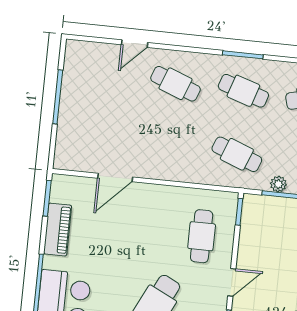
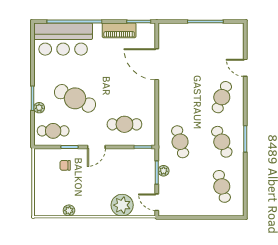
cafe table: (243, 91) -> (222, 142), turned -42
cafe table: (237, 154) -> (180, 142), turned -36
door: (115, 178) -> (157, 64), width x1.36
door: (232, 282) -> (96, 147), hinge flipped

